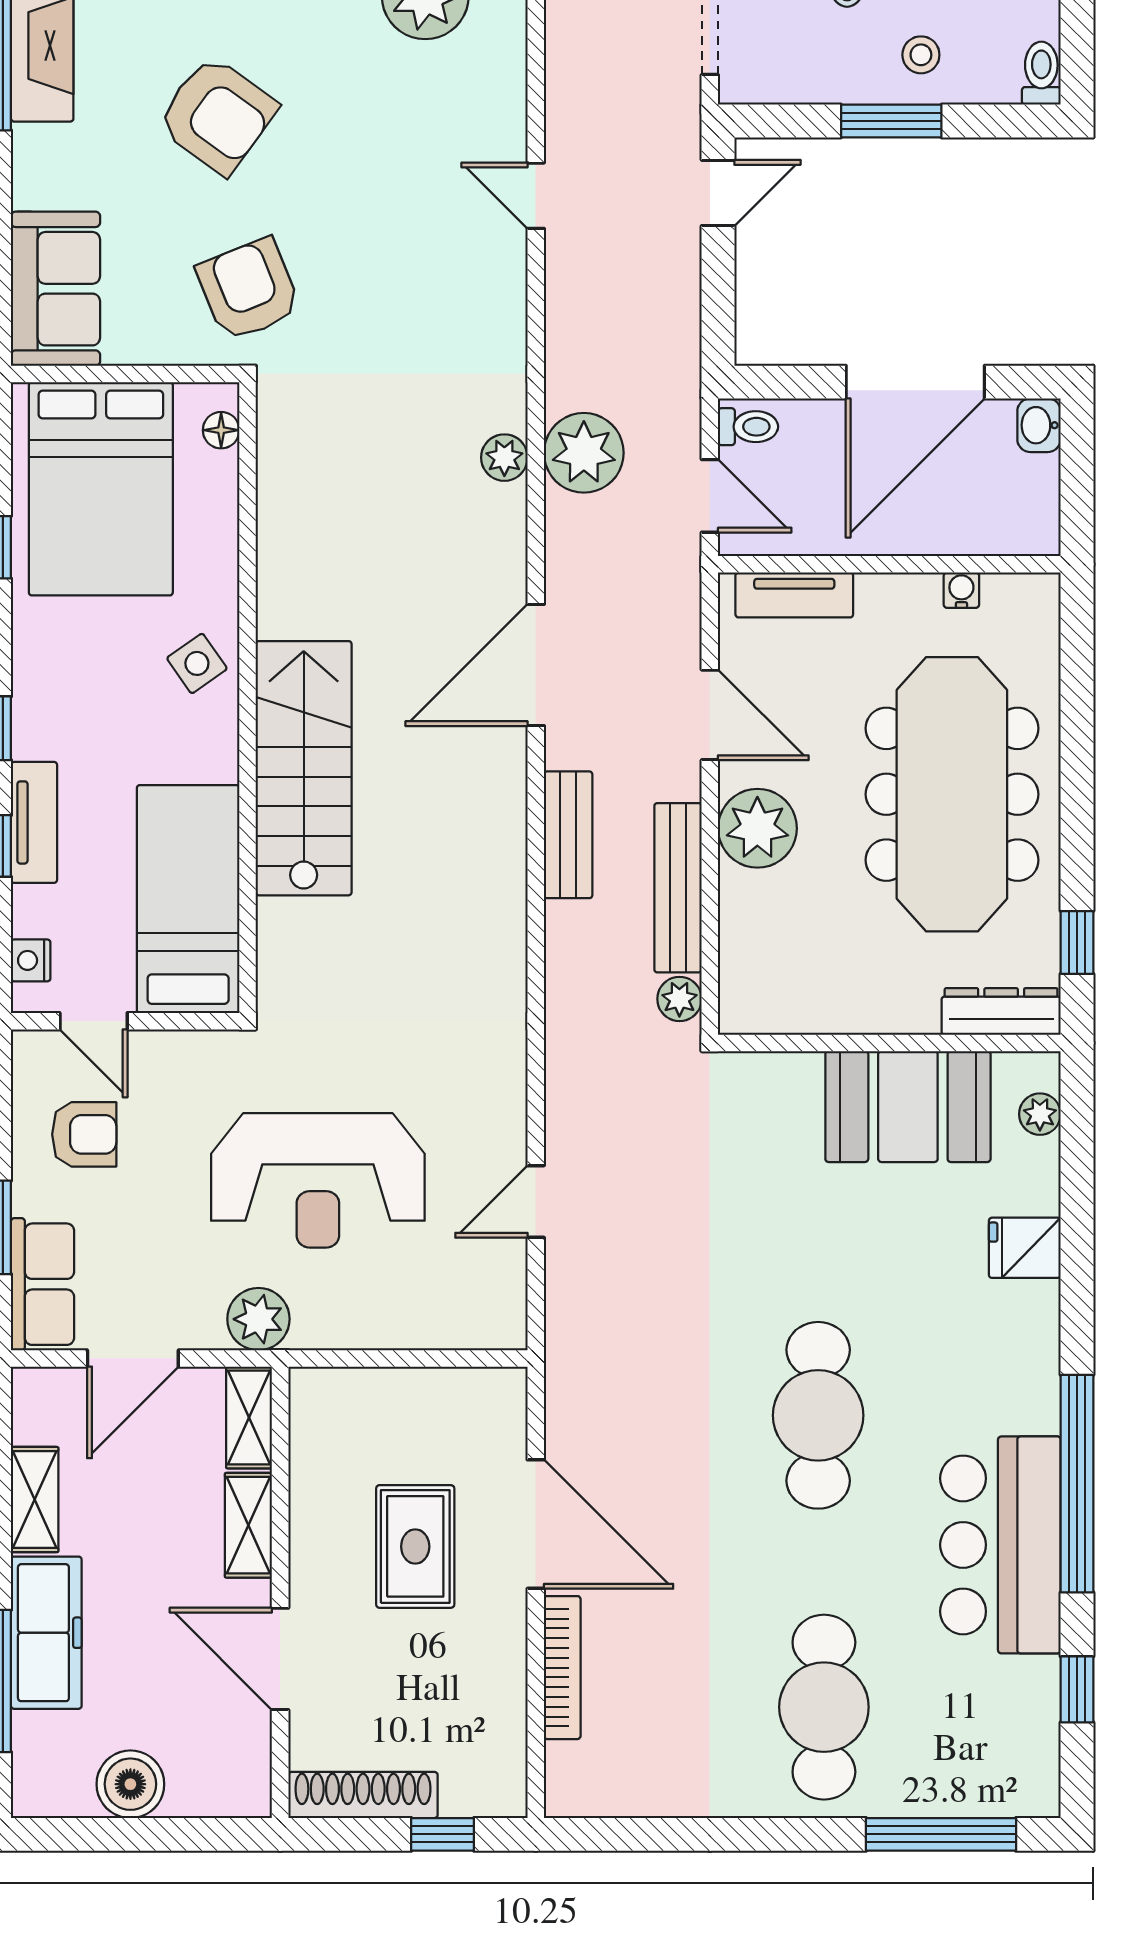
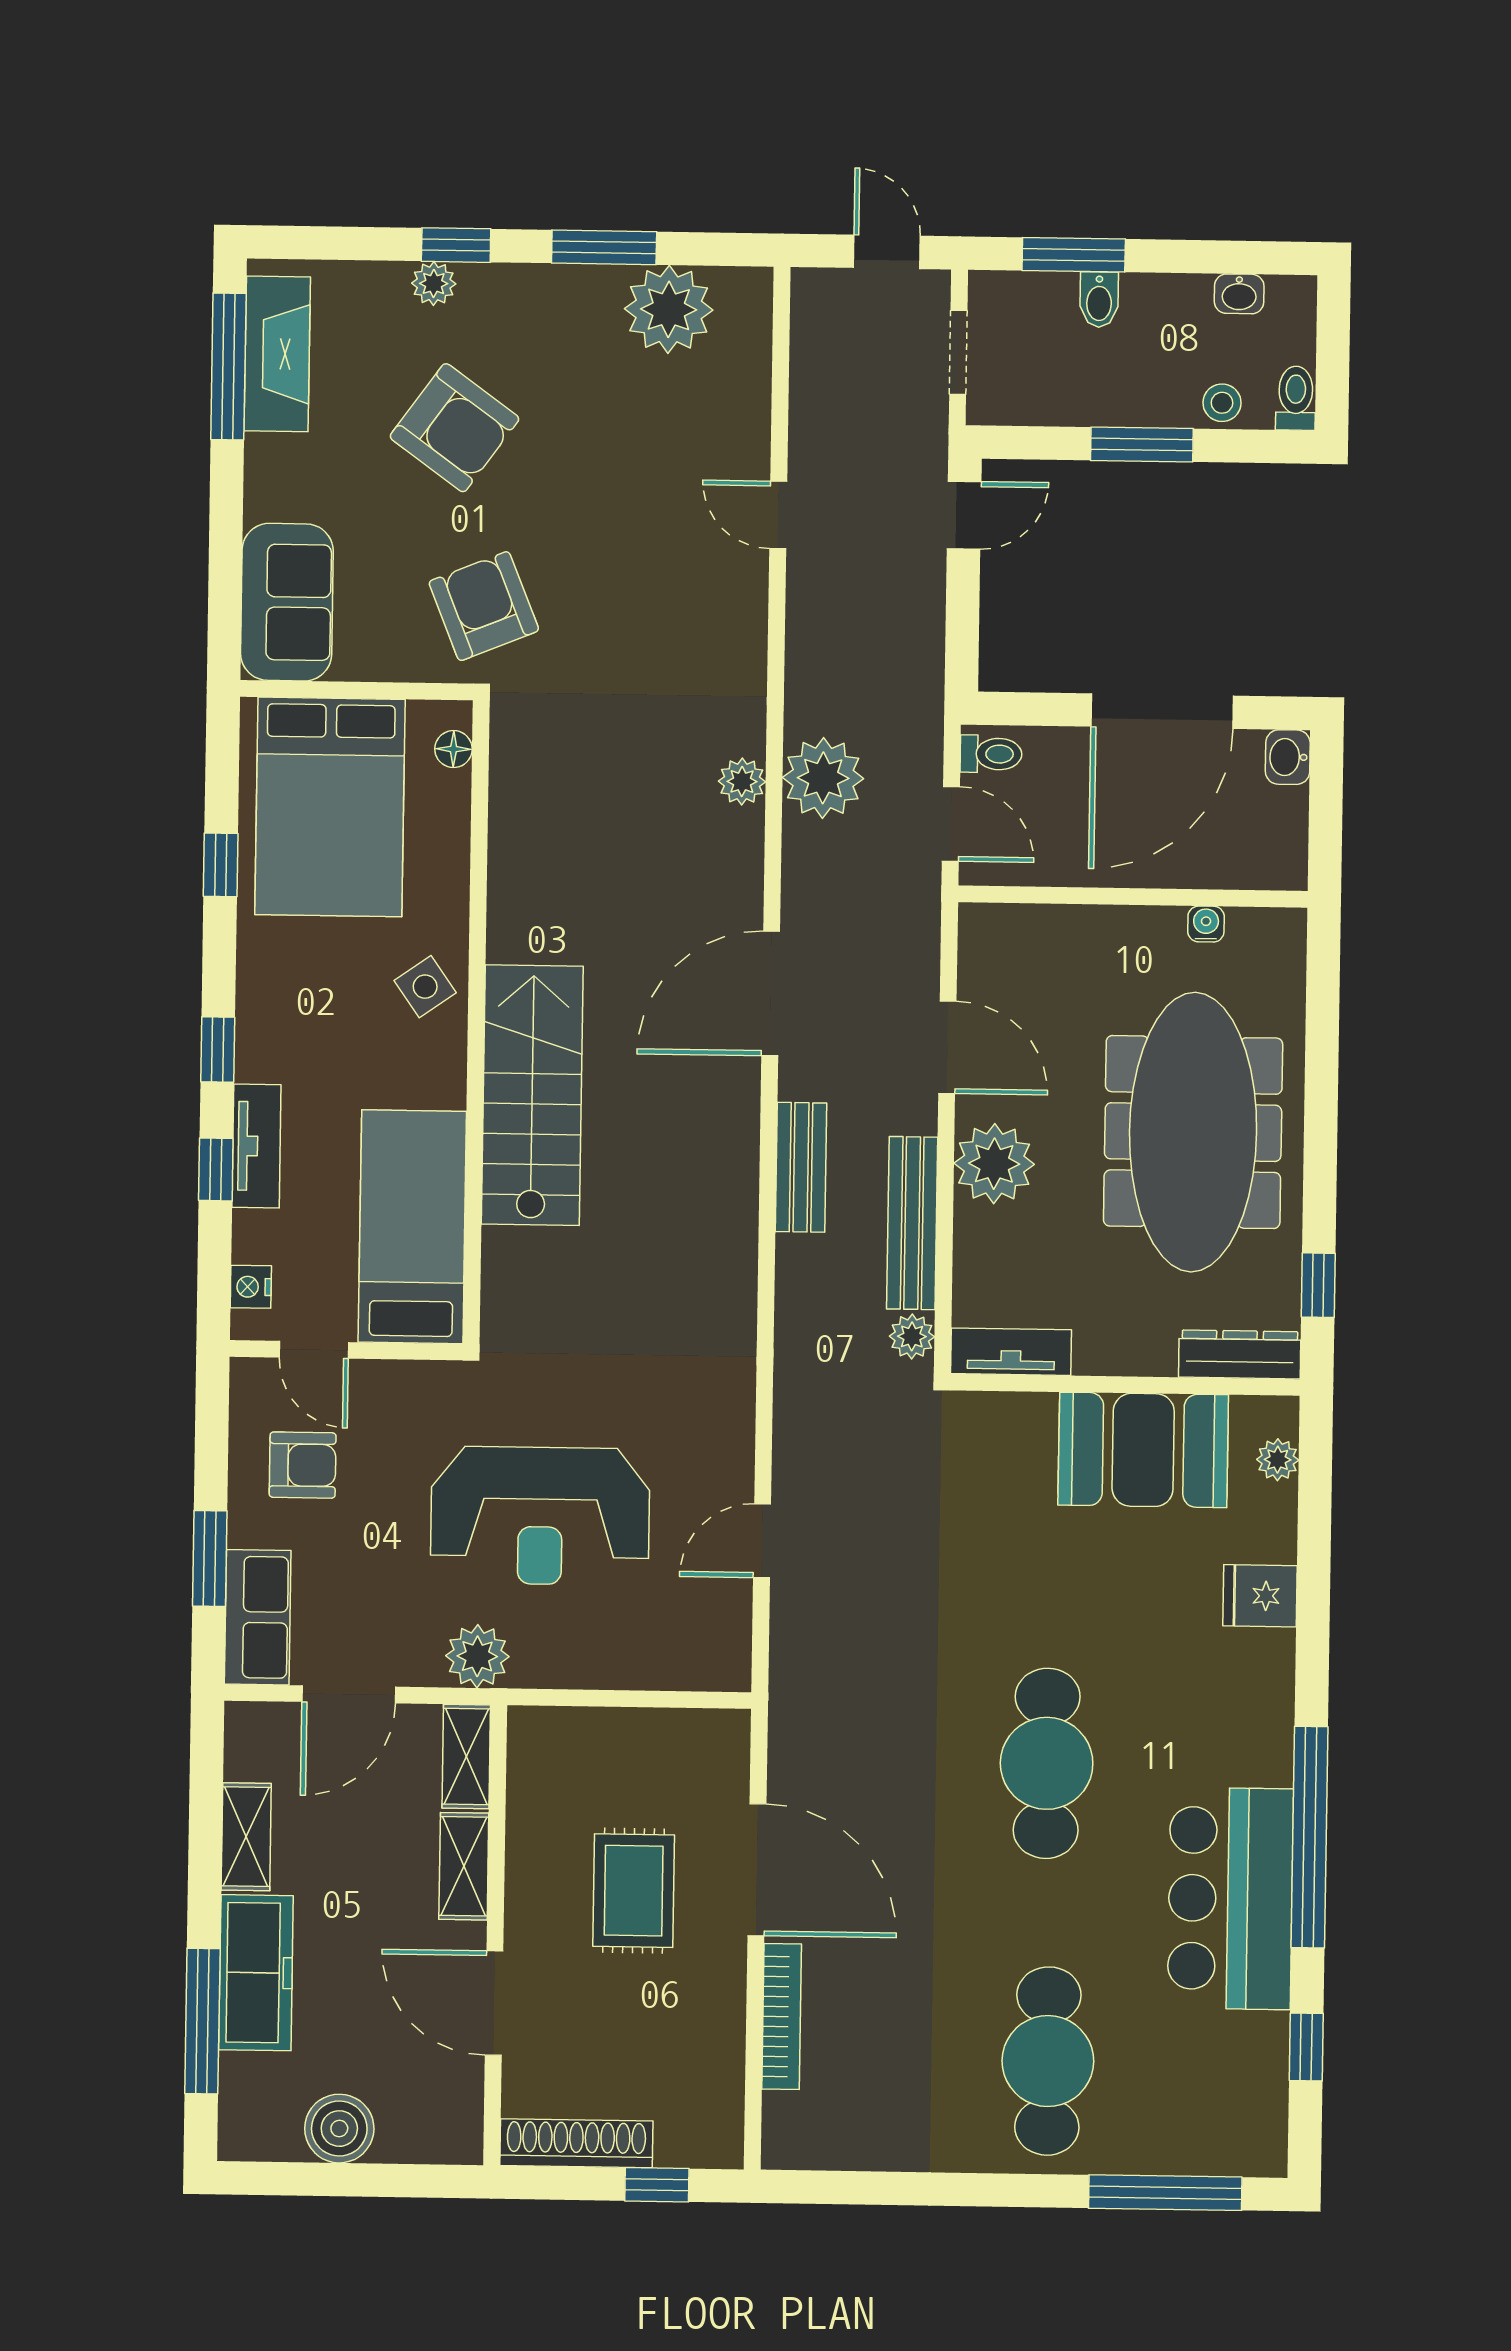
stool: (921, 55) -> (1222, 403), moved
tv unit: (794, 595) -> (1011, 1352), moved, turned 180

